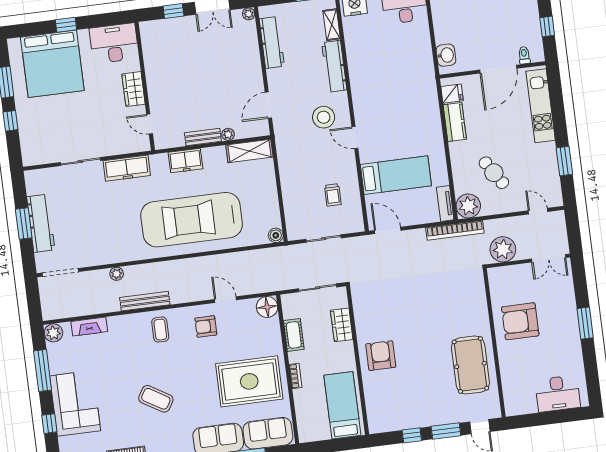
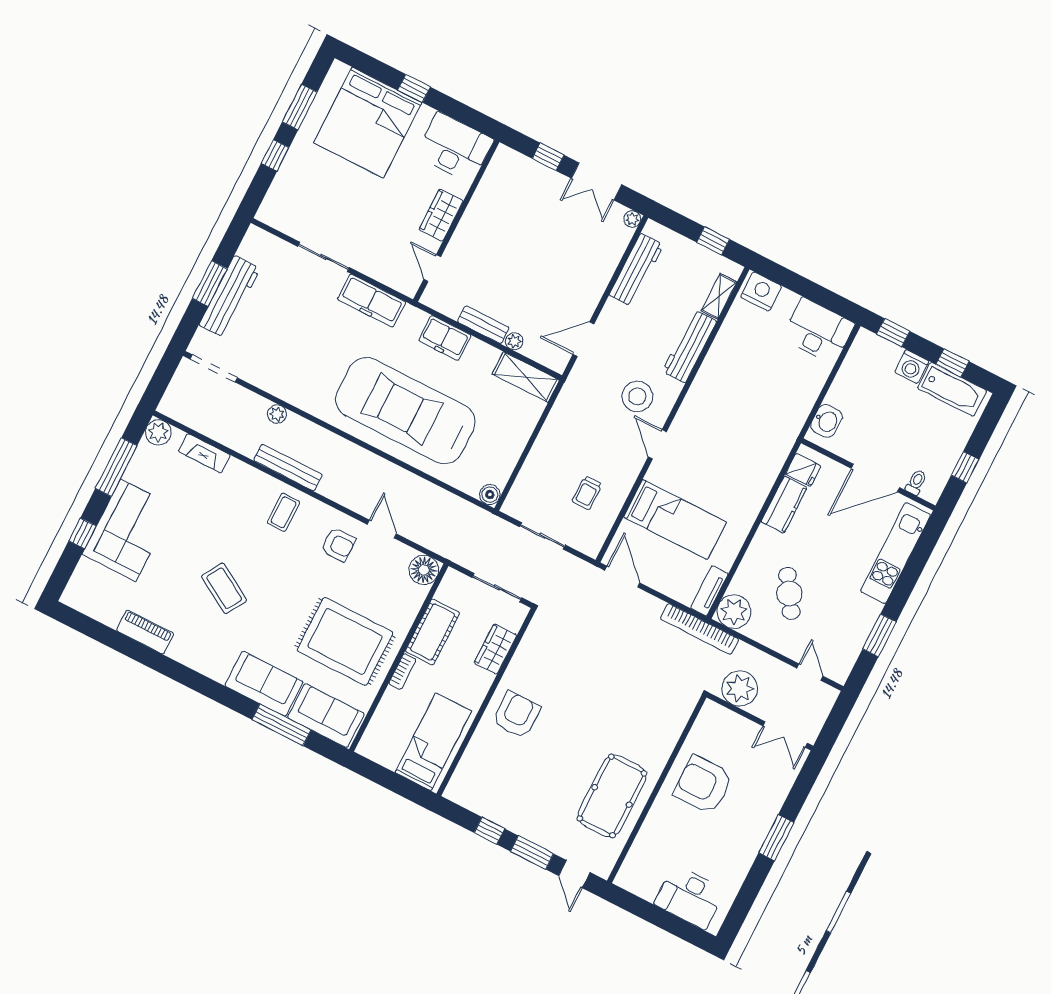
armchair: (206, 326) -> (338, 544), turned 180
cot: (294, 335) -> (433, 632), width x1.37, depth x1.34

